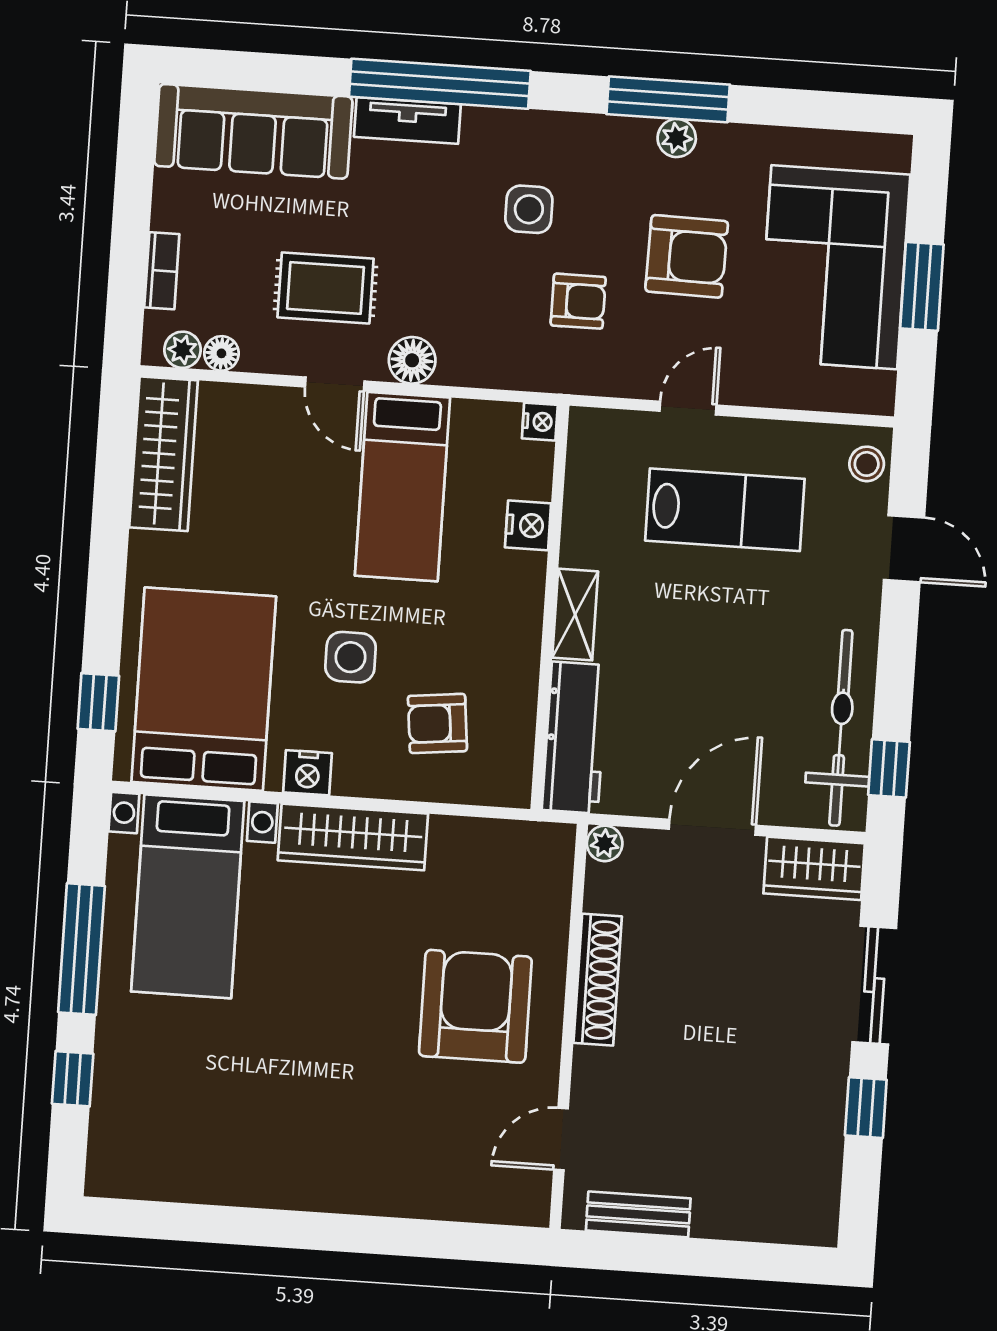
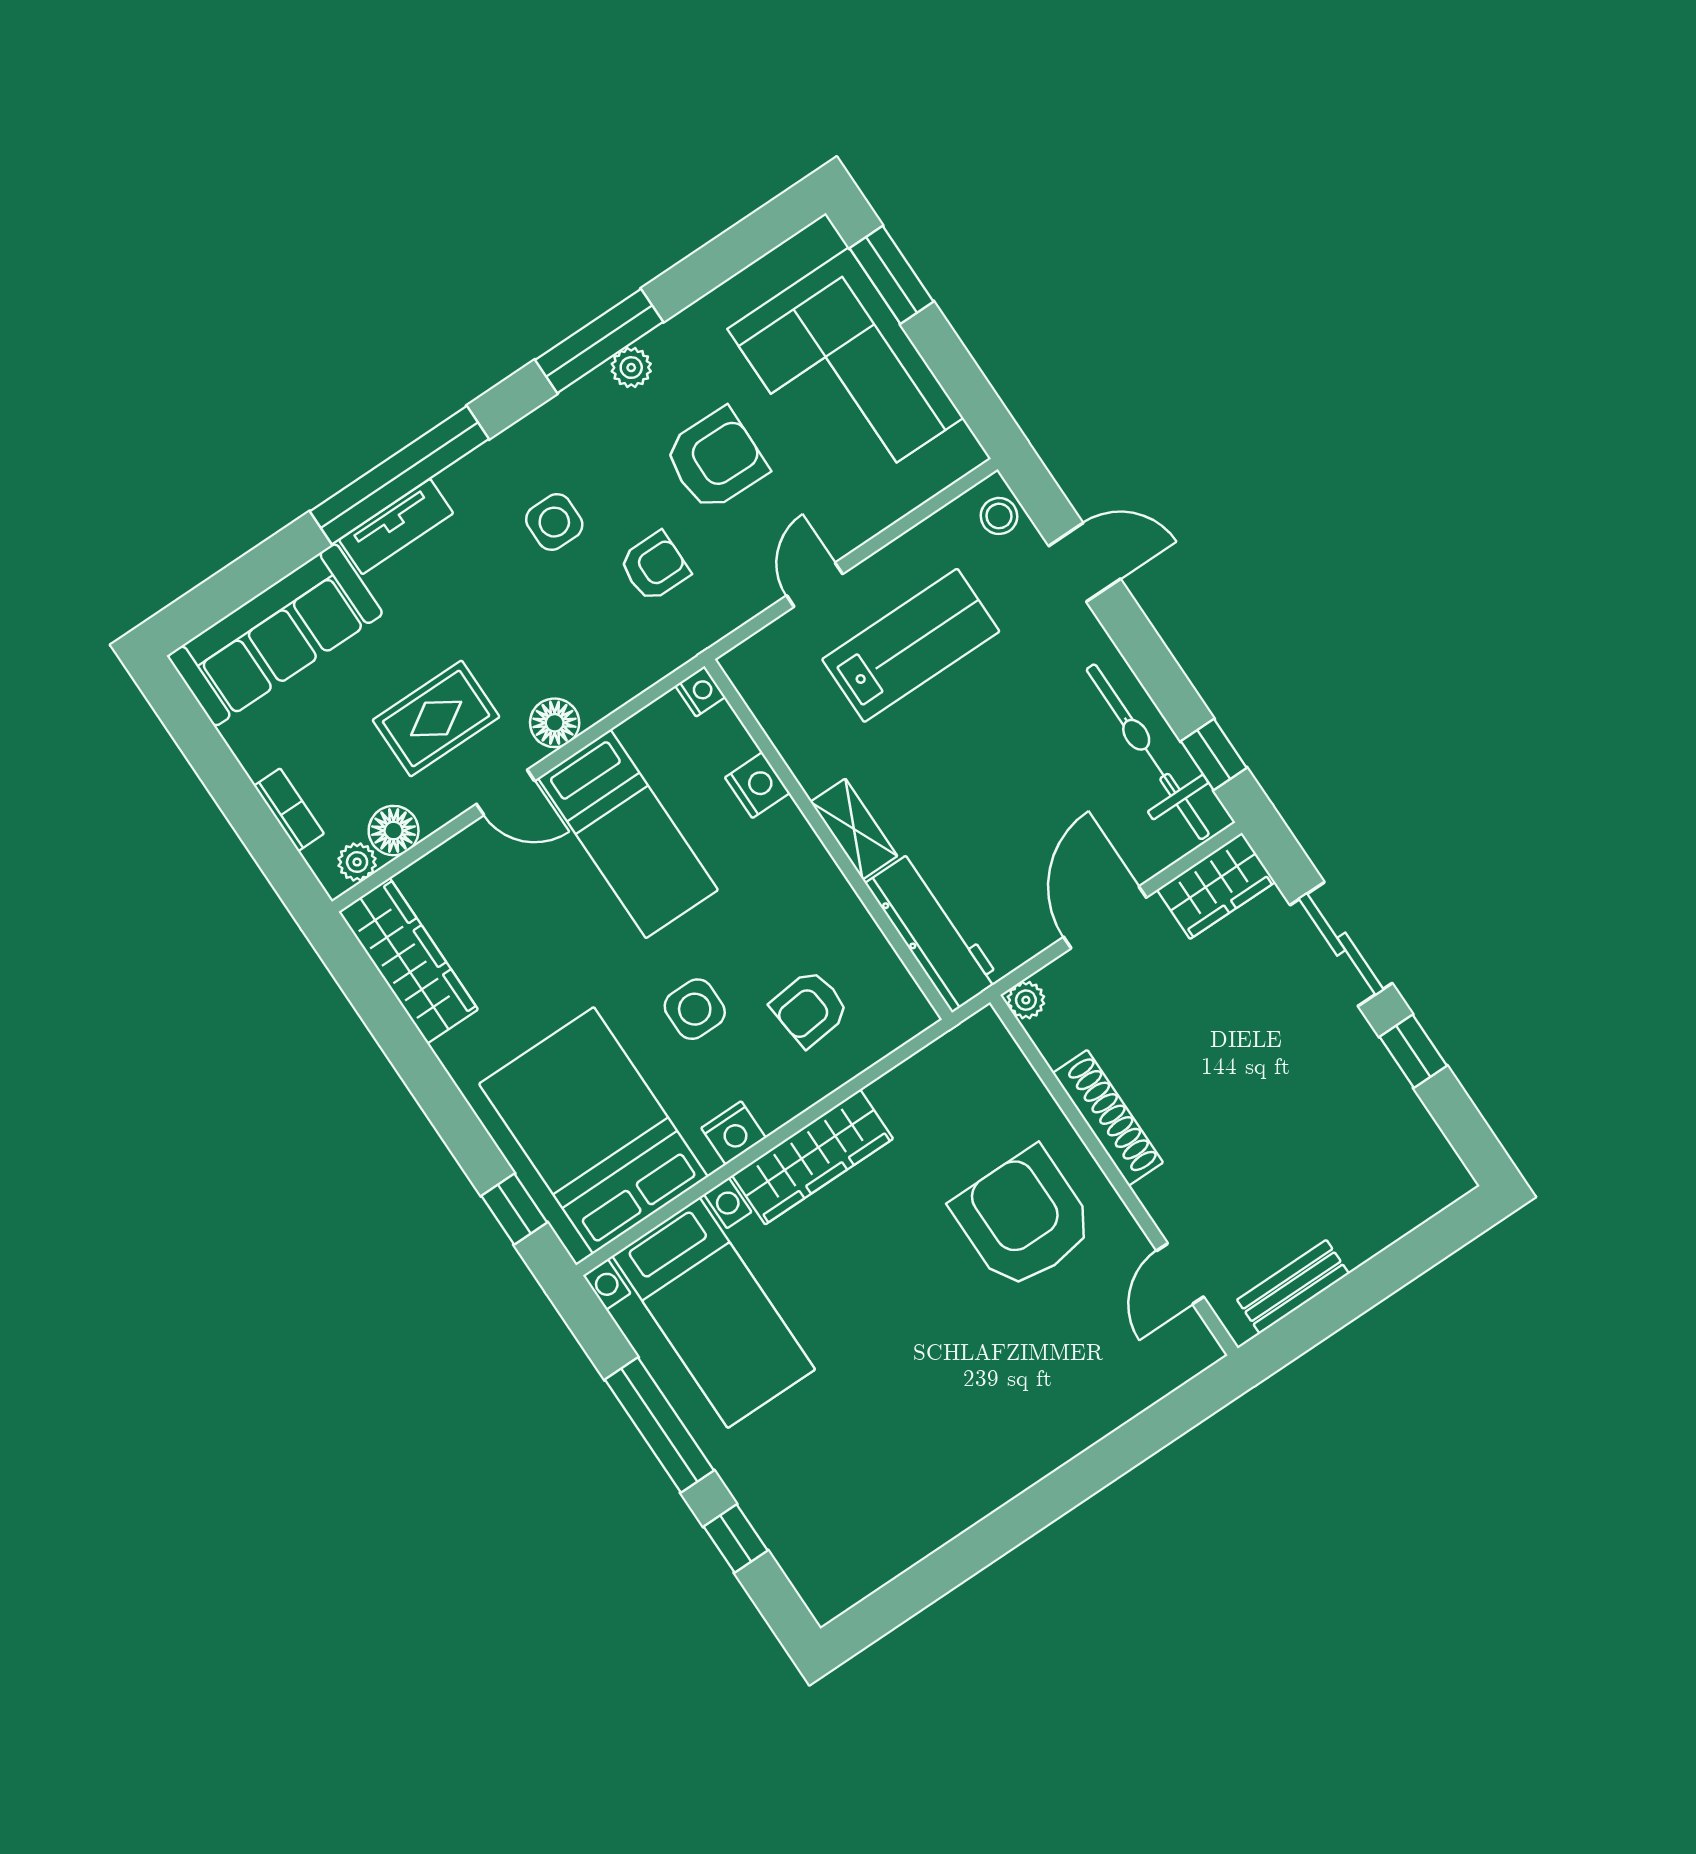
window: (922, 286) -> (891, 275), moved
floor lamp: (221, 353) -> (394, 831), width x1.37, depth x1.37

